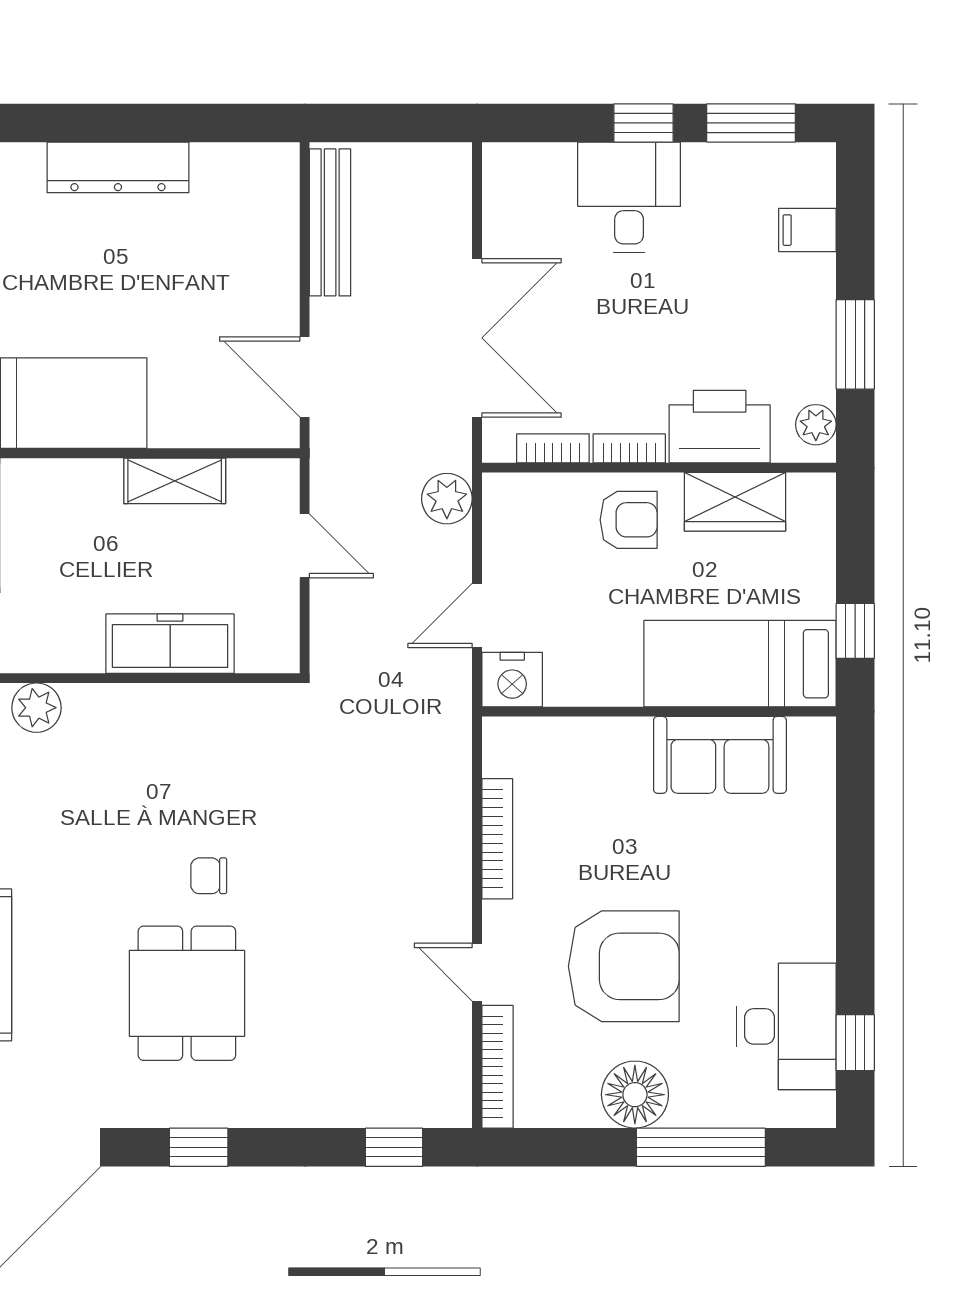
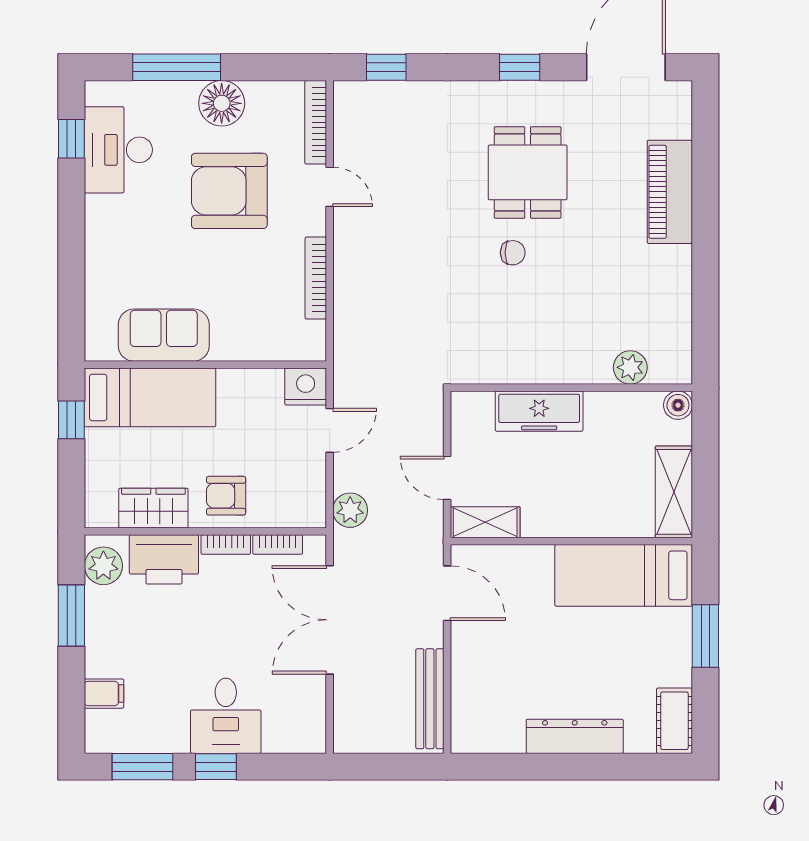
plant: (816, 425) -> (103, 566), width x1.38, depth x1.38
shelving: (175, 481) -> (485, 522), moved

